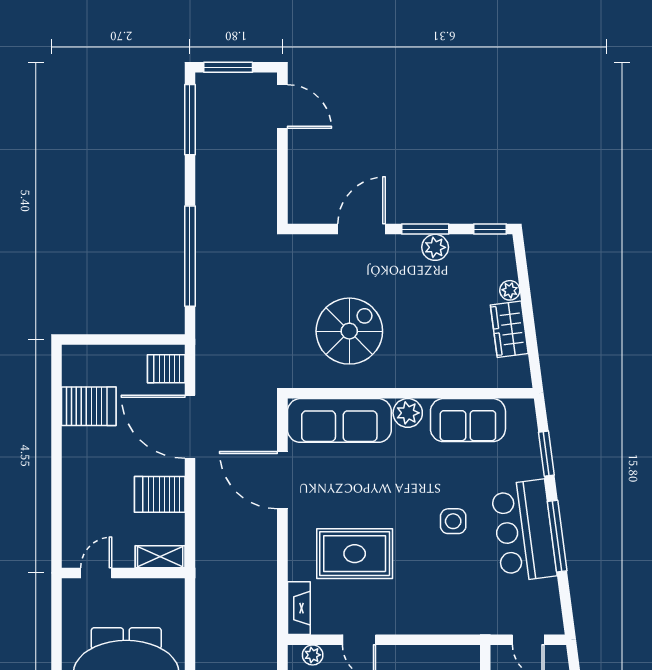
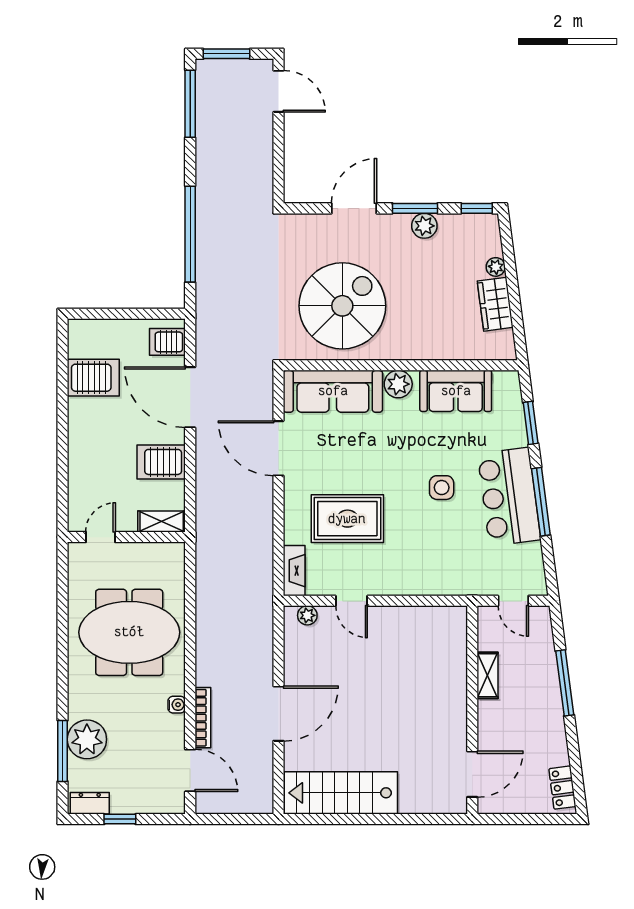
spiral stairs: (349, 331) -> (342, 306), width x1.37, depth x1.37

